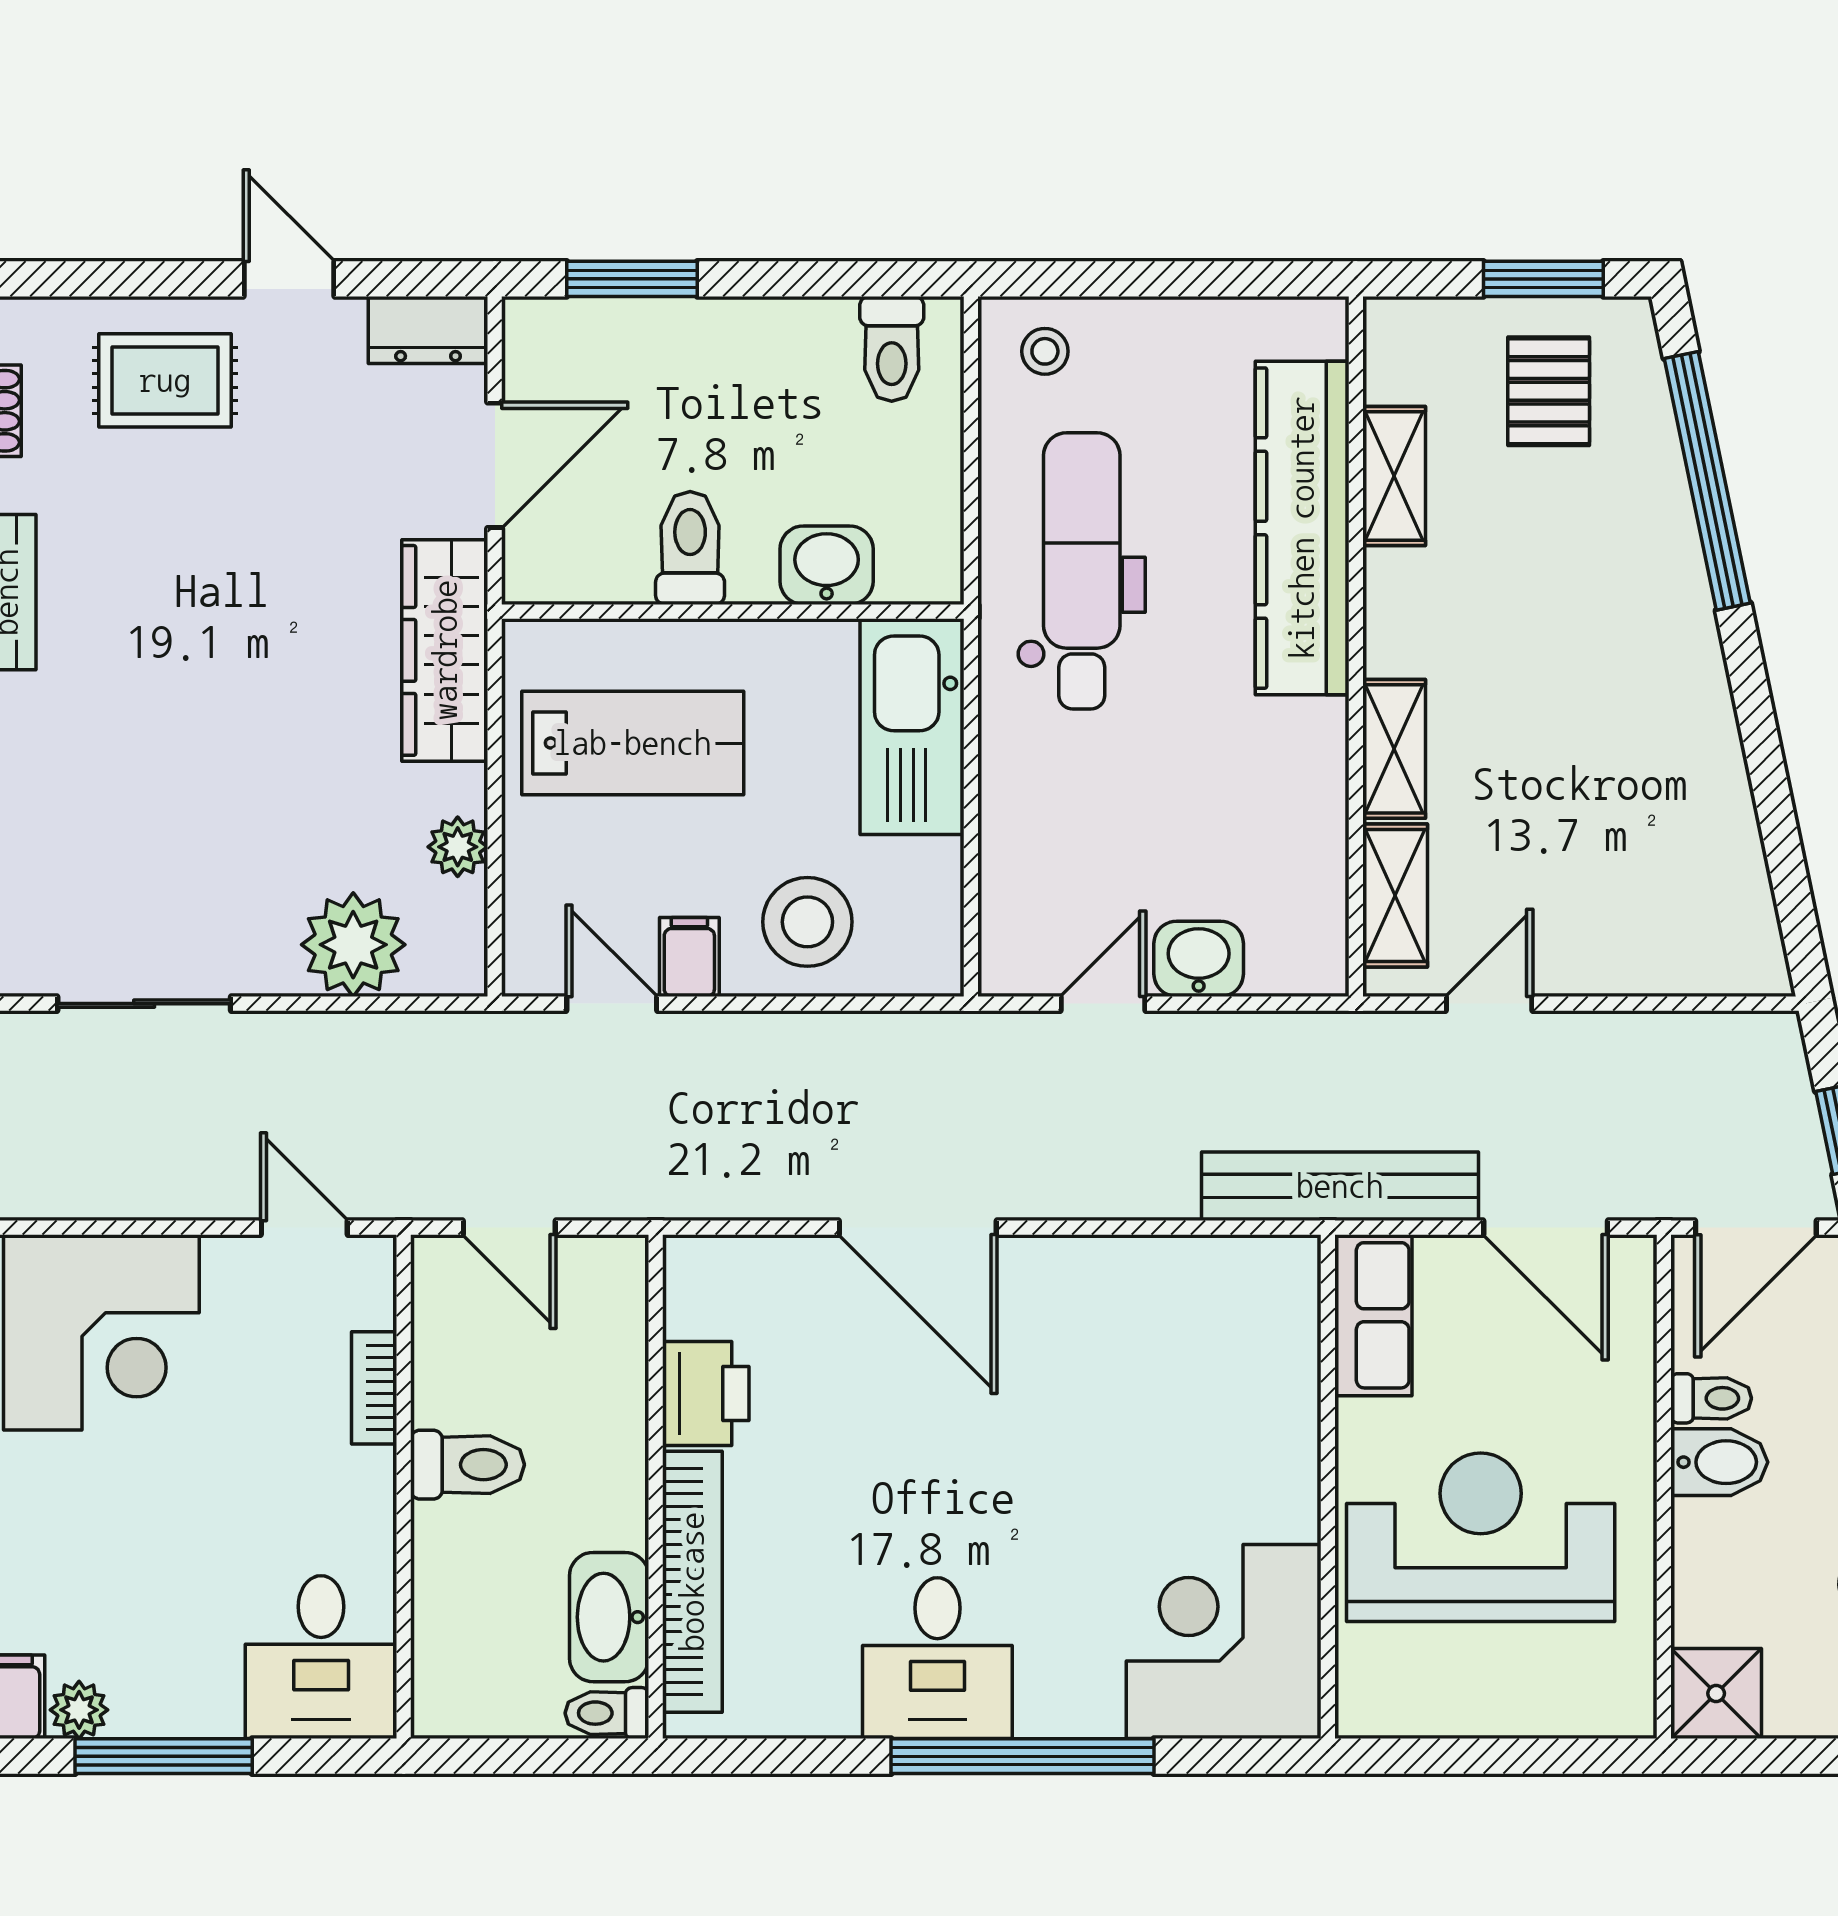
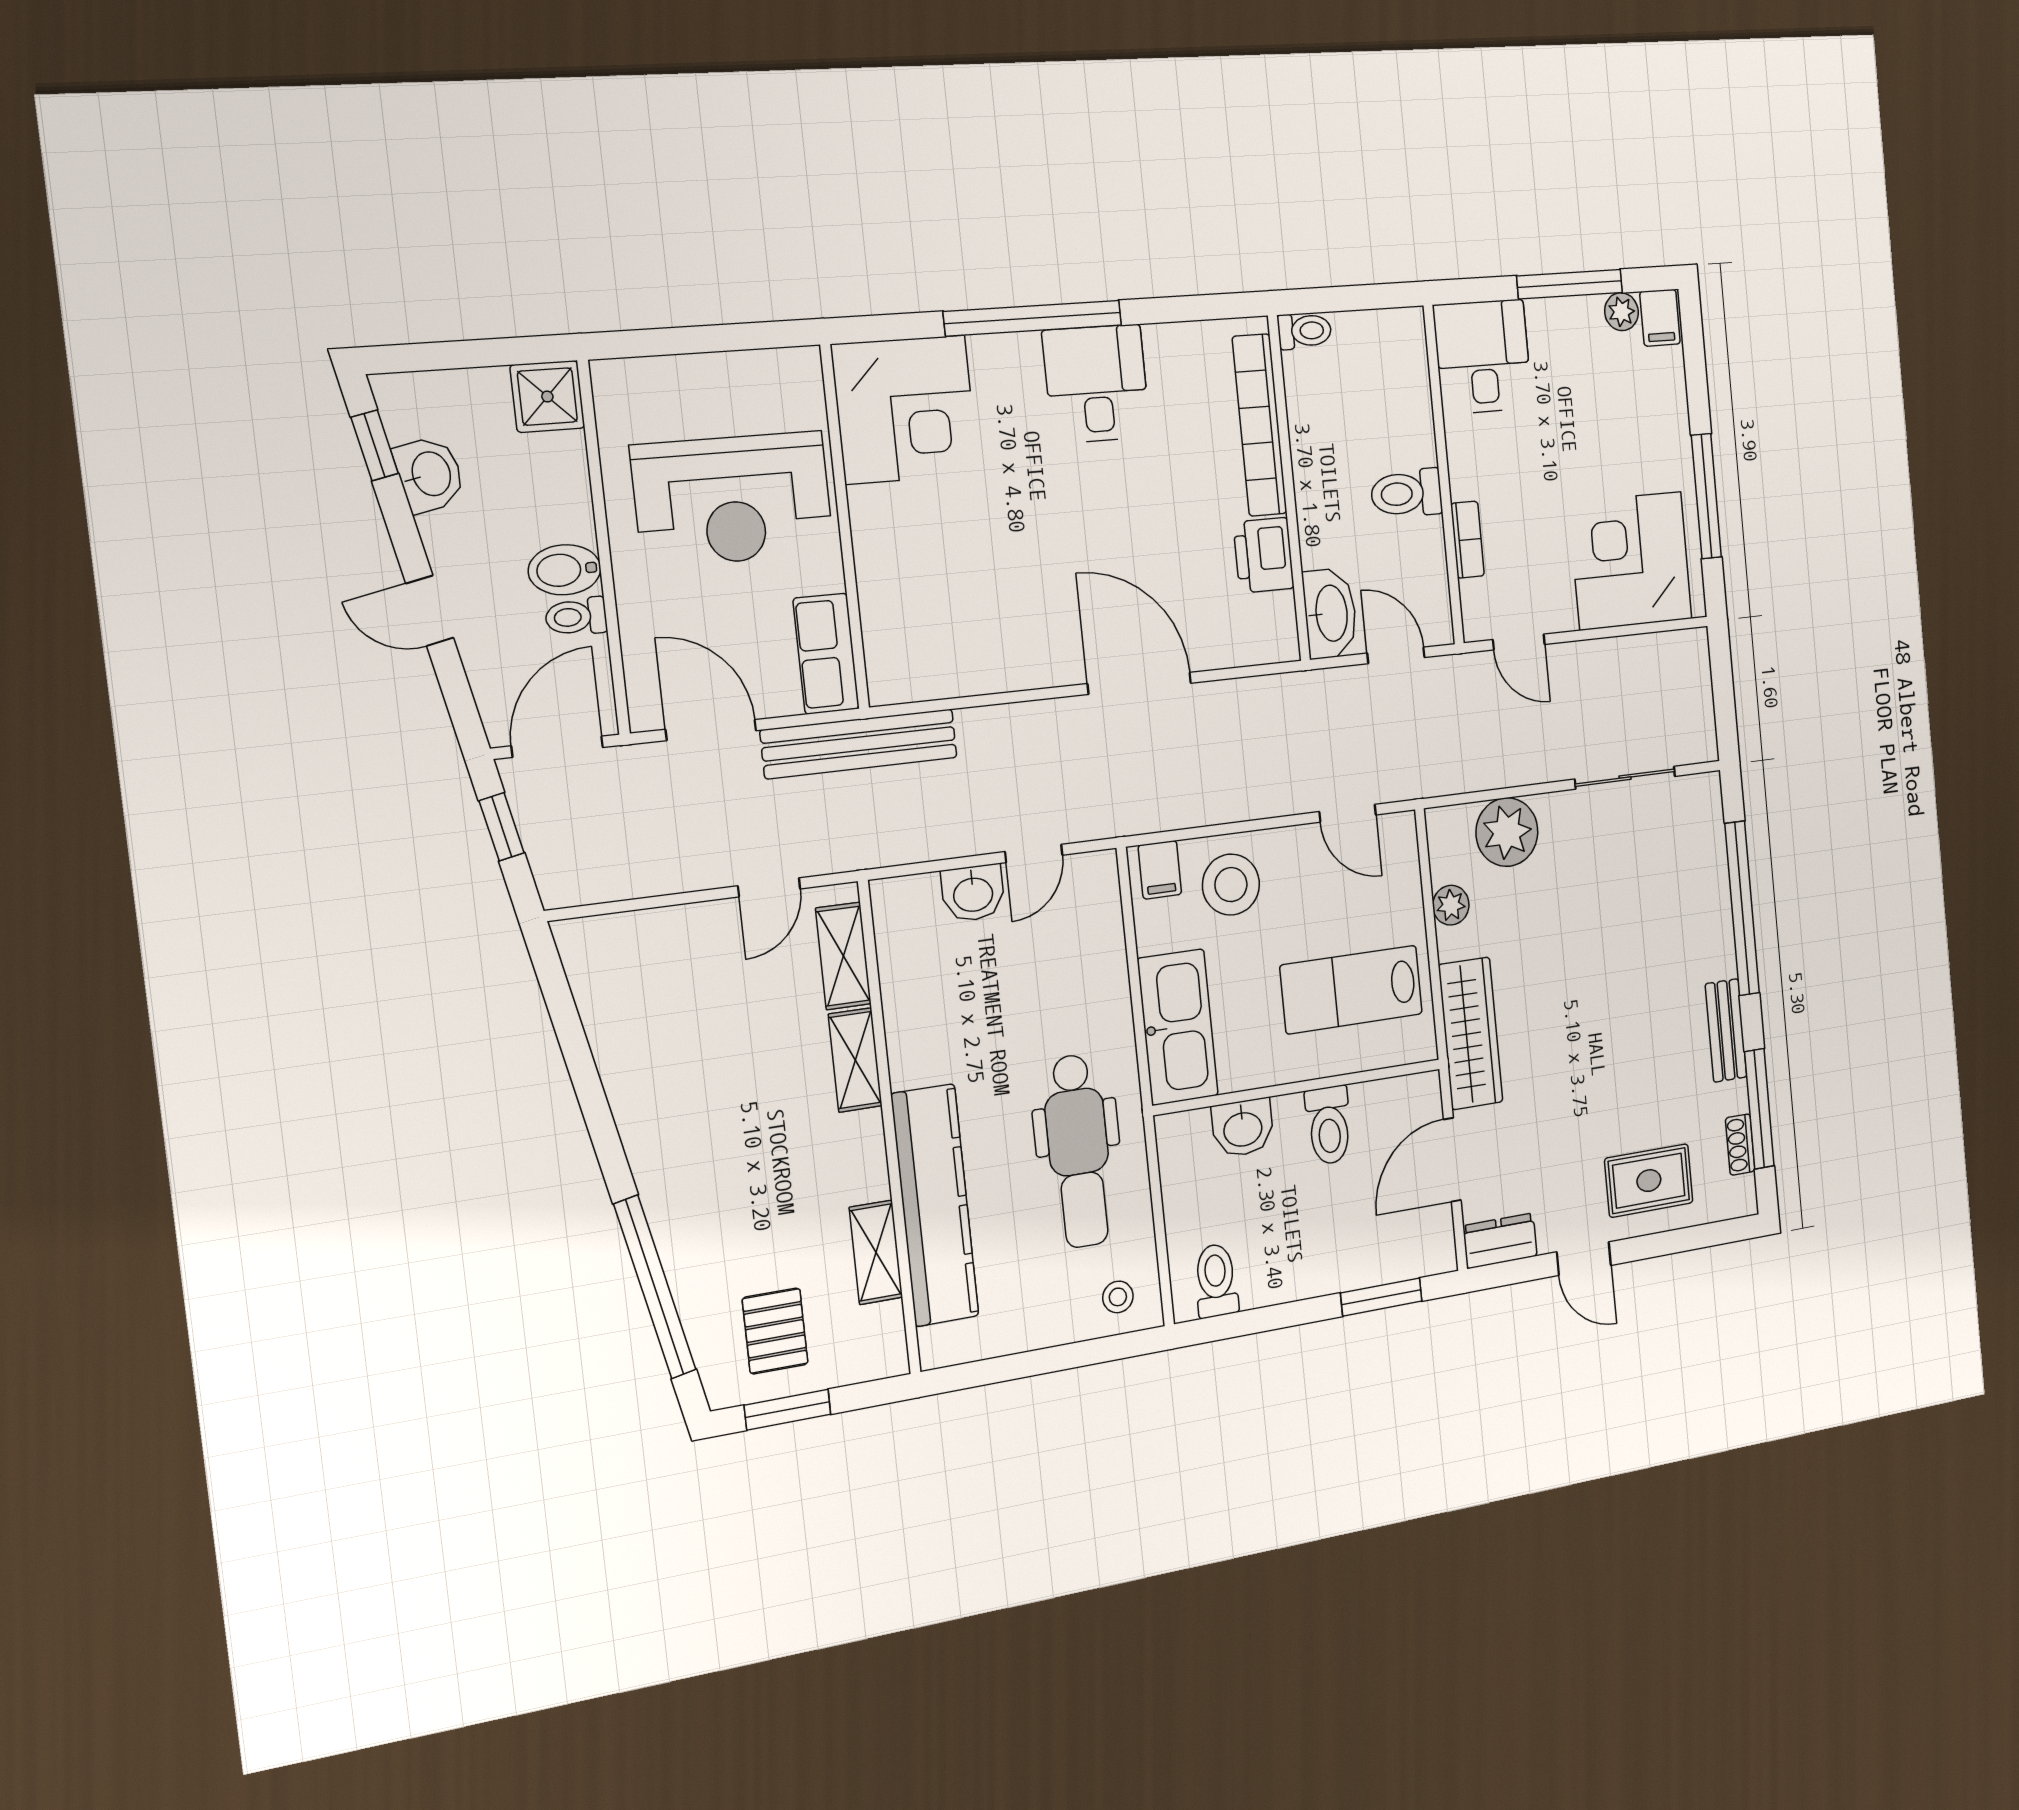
filing cabinet: (689, 957) -> (1160, 870), moved
washbasin: (609, 1617) -> (1330, 613), moved

